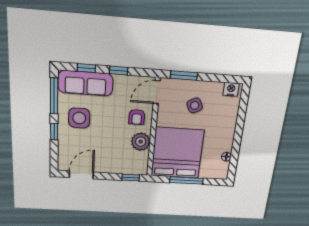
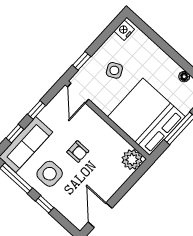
window: (184, 75) -> (82, 61), width x0.67
armchair: (137, 117) -> (78, 152), moved
plant: (141, 142) -> (132, 160), moved
window: (131, 177) -> (137, 175), removed

